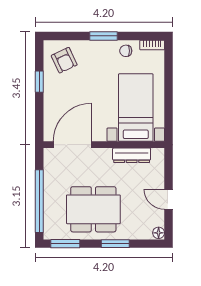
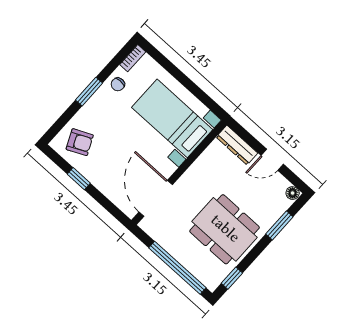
dresser: (132, 155) -> (237, 145), moved, turned 90
dining table: (93, 209) -> (225, 229), turned 90
window: (65, 244) -> (232, 278), width x0.67
window: (115, 244) -> (279, 225), moved

